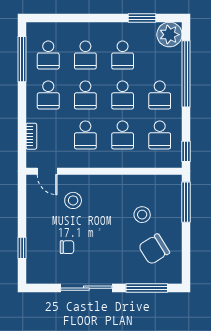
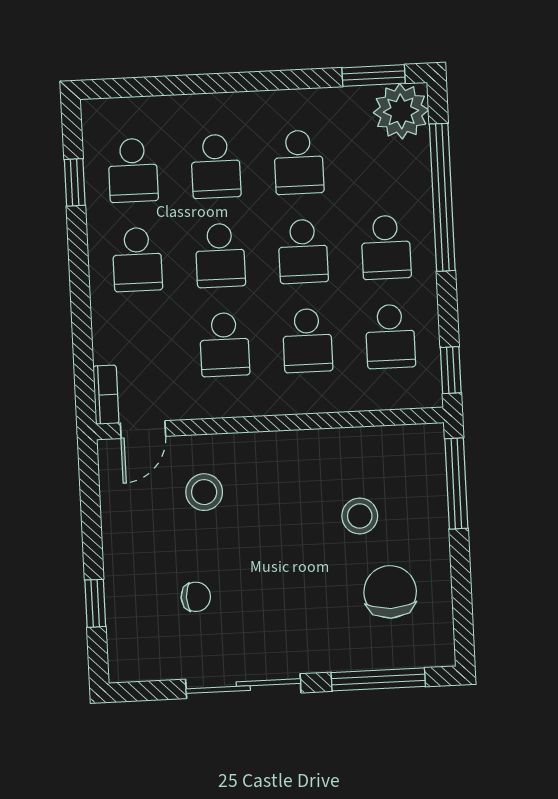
window: (142, 18) -> (374, 76), moved
window: (22, 59) -> (75, 182), width x0.46
bookcase: (31, 136) -> (106, 395), moved
door: (47, 171) -> (143, 430), hinge flipped
chair: (154, 249) -> (390, 592), turned 122

